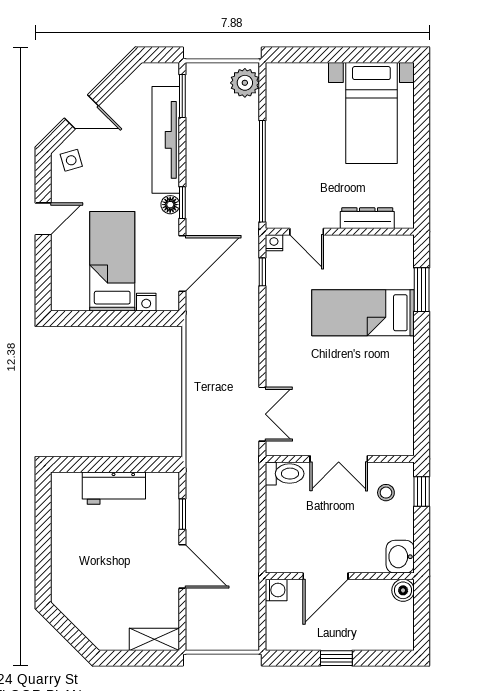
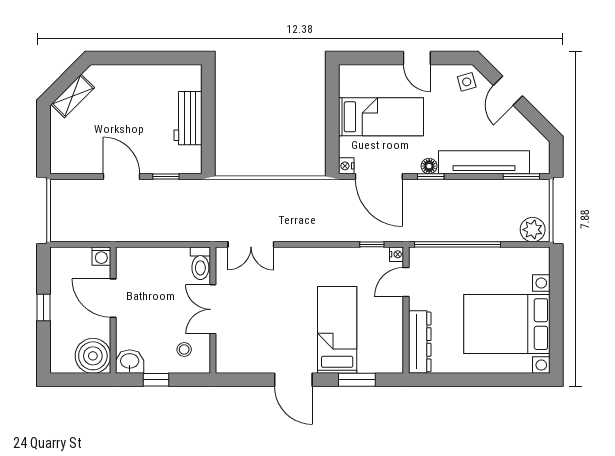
bed with nightstands: (371, 113) -> (507, 324), width x1.36
dresser: (367, 218) -> (420, 342), width x1.37, depth x1.24
nightstand: (146, 302) -> (346, 166), moved
door: (422, 364) -> (293, 380), added
window: (422, 492) -> (156, 380), moved
door: (182, 566) -> (121, 176), swing flipped
boiler: (403, 590) -> (93, 356), width x1.86, depth x1.86
shelving: (154, 639) -> (73, 96), moved, turned 45

